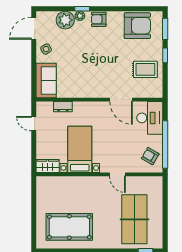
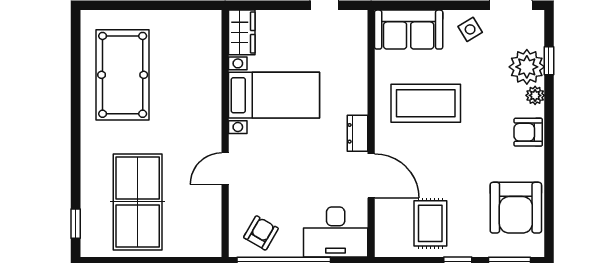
window: (82, 9) -> (549, 61), moved
armchair: (99, 19) -> (528, 132), turned -90
coffee table: (84, 72) -> (426, 103), added
door: (121, 100) -> (371, 176), swing flipped
dresser: (63, 107) -> (357, 133), moved
table tennis table: (134, 219) -> (138, 202), turned 90

